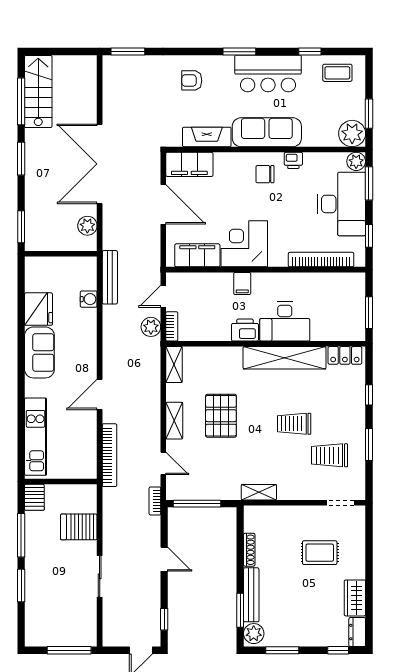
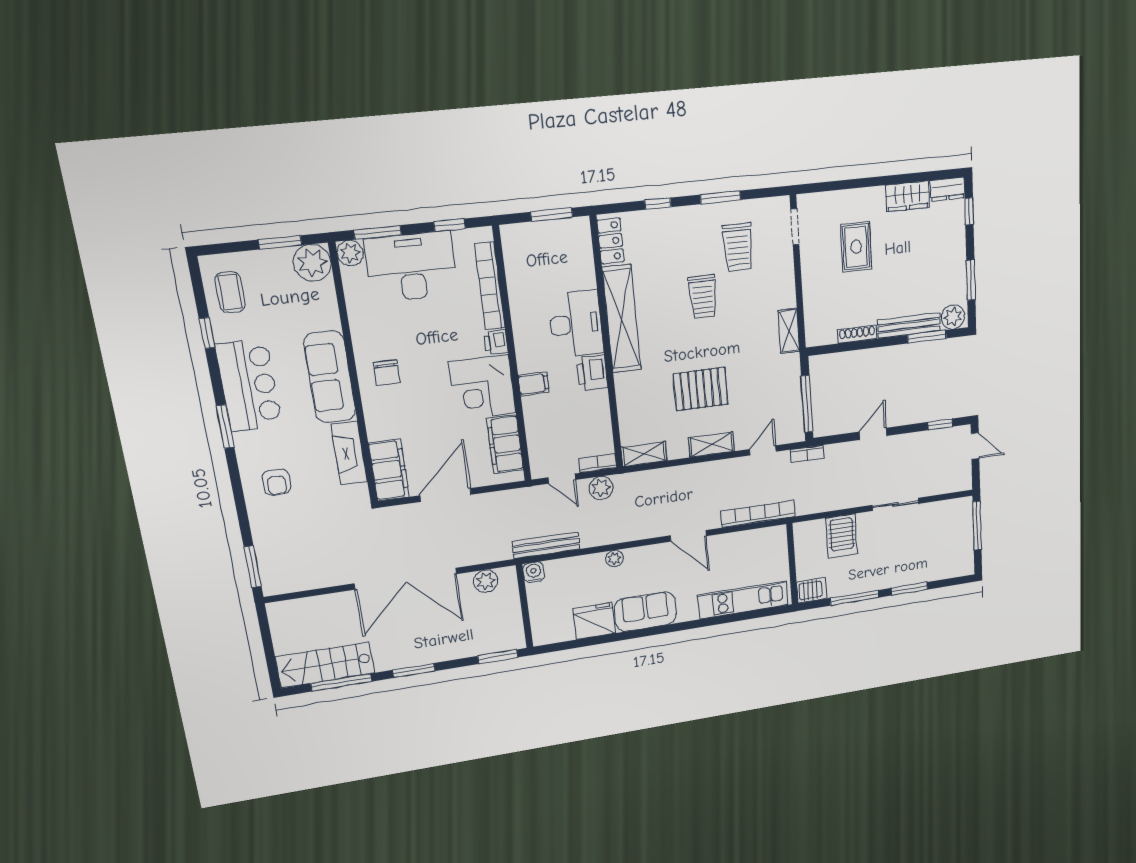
printer: (293, 160) -> (496, 342), moved, turned 180
water cooler: (89, 299) -> (534, 572), moved
plant: (90, 331) -> (614, 558), added

